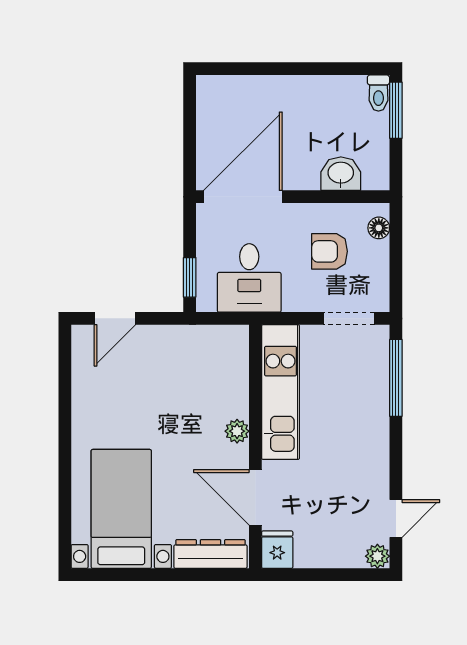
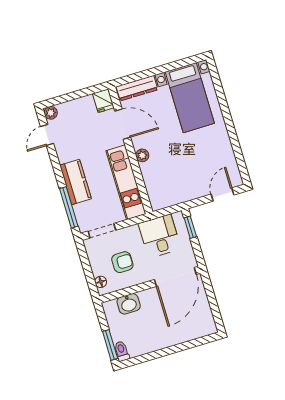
kitchen counter: (370, 419) -> (75, 182), added

